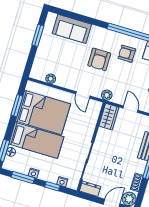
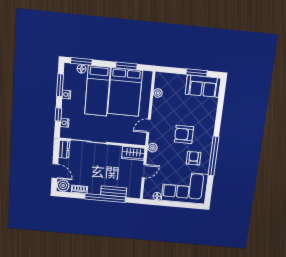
sofa: (72, 29) -> (203, 86), moved, turned -90

